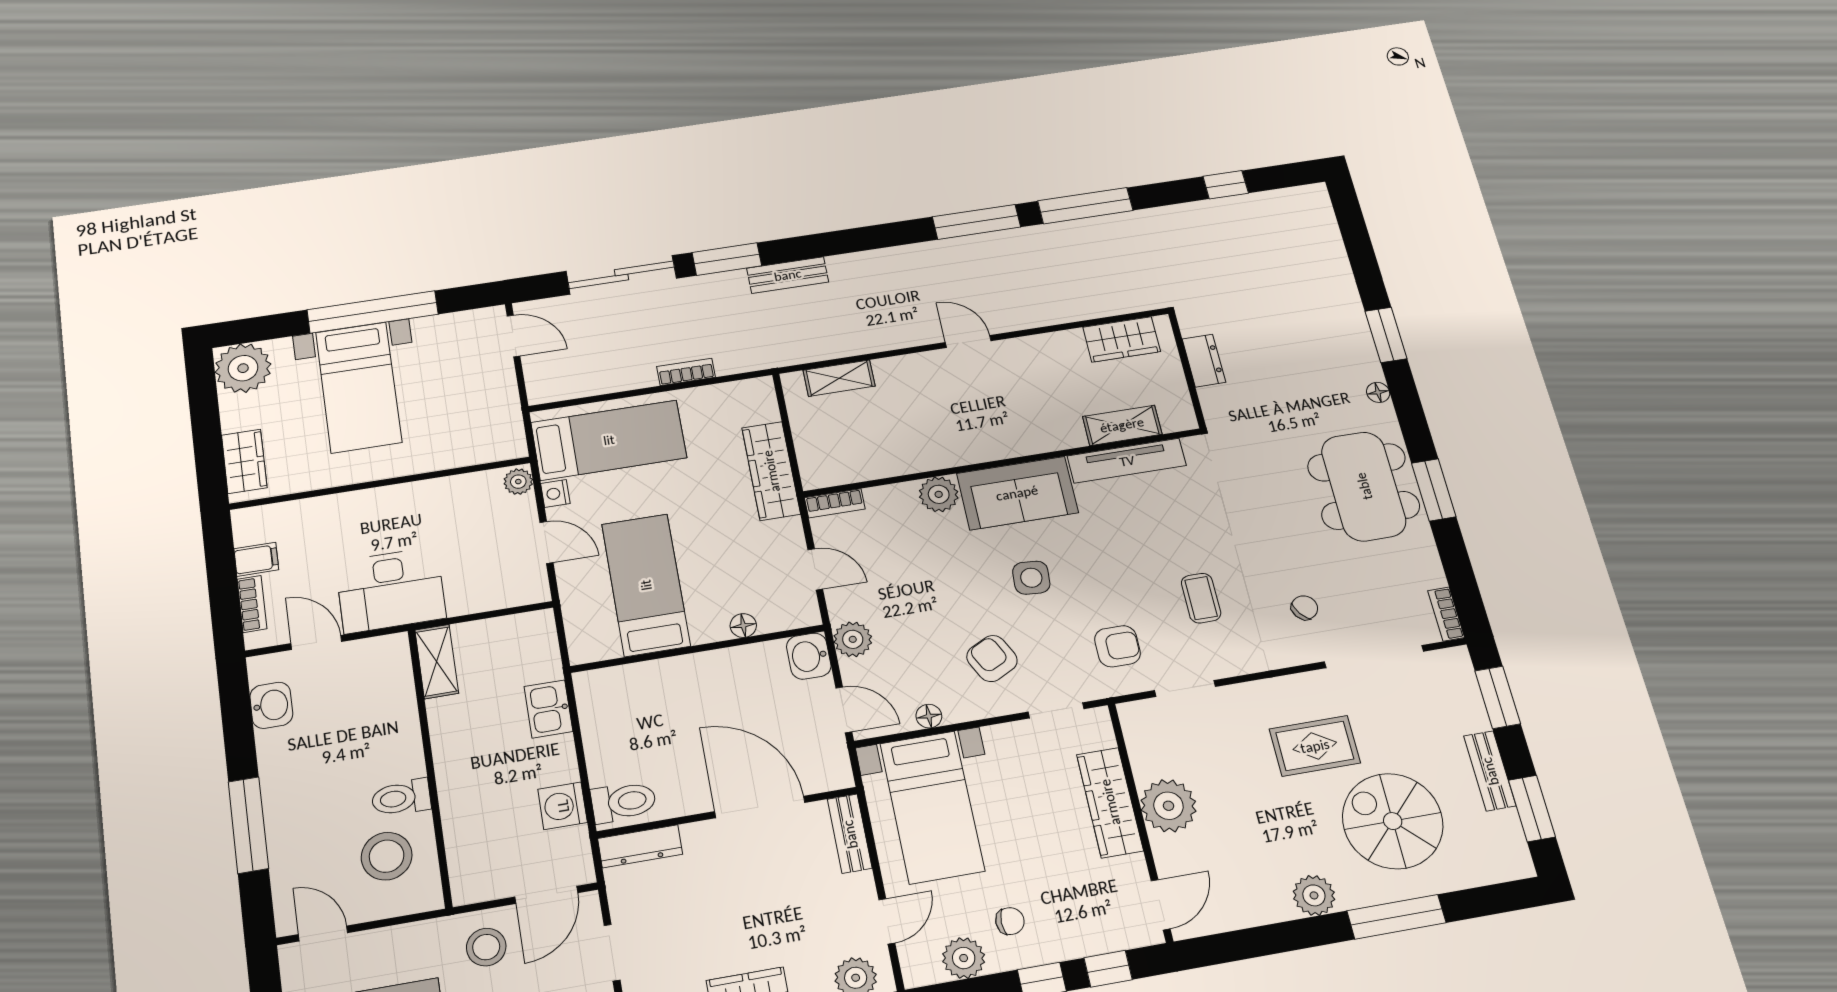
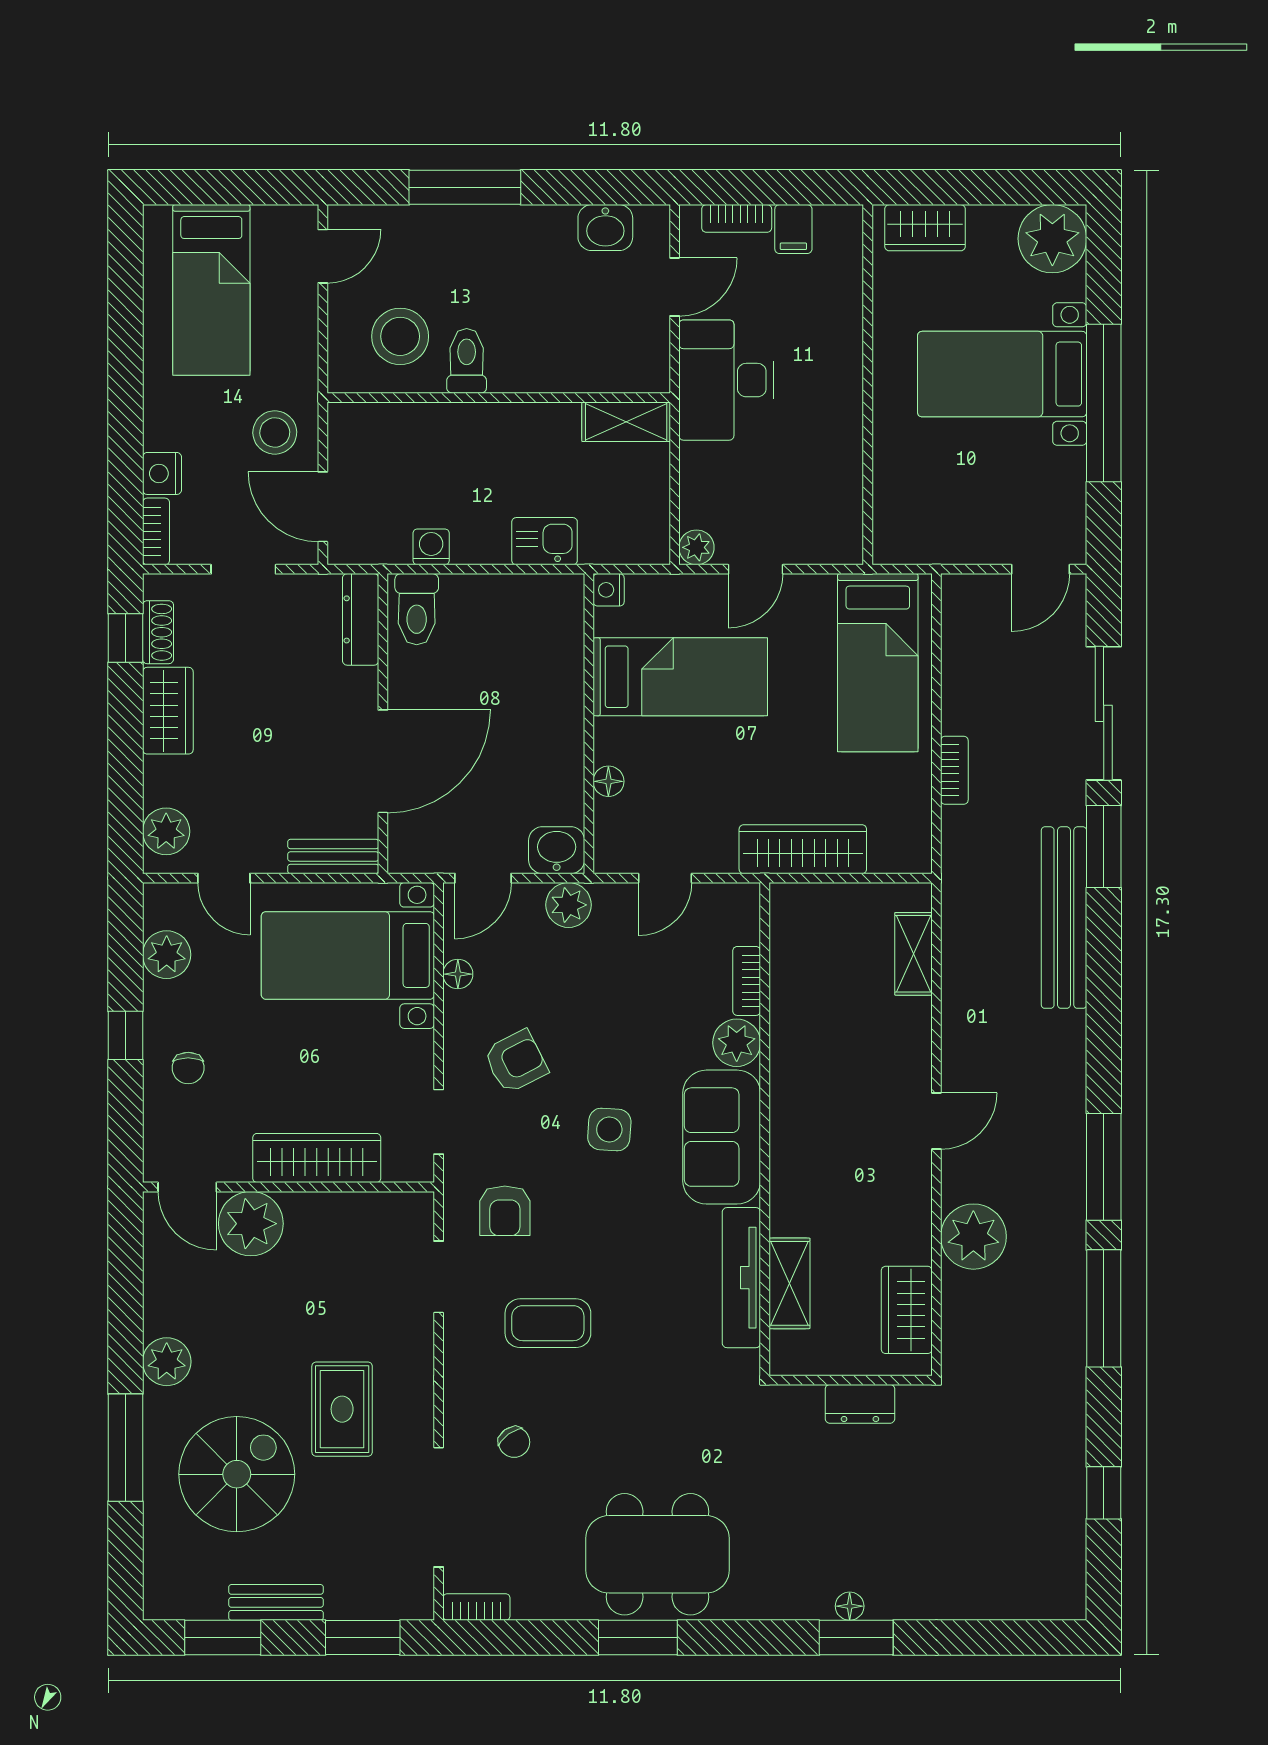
bench: (788, 275) -> (1064, 918), width x1.86, depth x1.21
plant: (1052, 302) -> (973, 1237), added
floor lamp: (1378, 392) -> (850, 1606), moved
plant: (518, 482) -> (696, 547), moved
nightstand: (555, 493) -> (609, 590), moved, turned -90
bookcase: (835, 503) -> (747, 981), moved
coffee table: (1201, 598) -> (548, 1323), width x1.36, depth x1.30
washing machine: (563, 806) -> (431, 547), width x0.73, depth x0.73
plant: (1168, 806) -> (251, 1224), moved
chair: (1010, 921) -> (188, 1068), moved
window: (1108, 969) -> (125, 1112), removed

